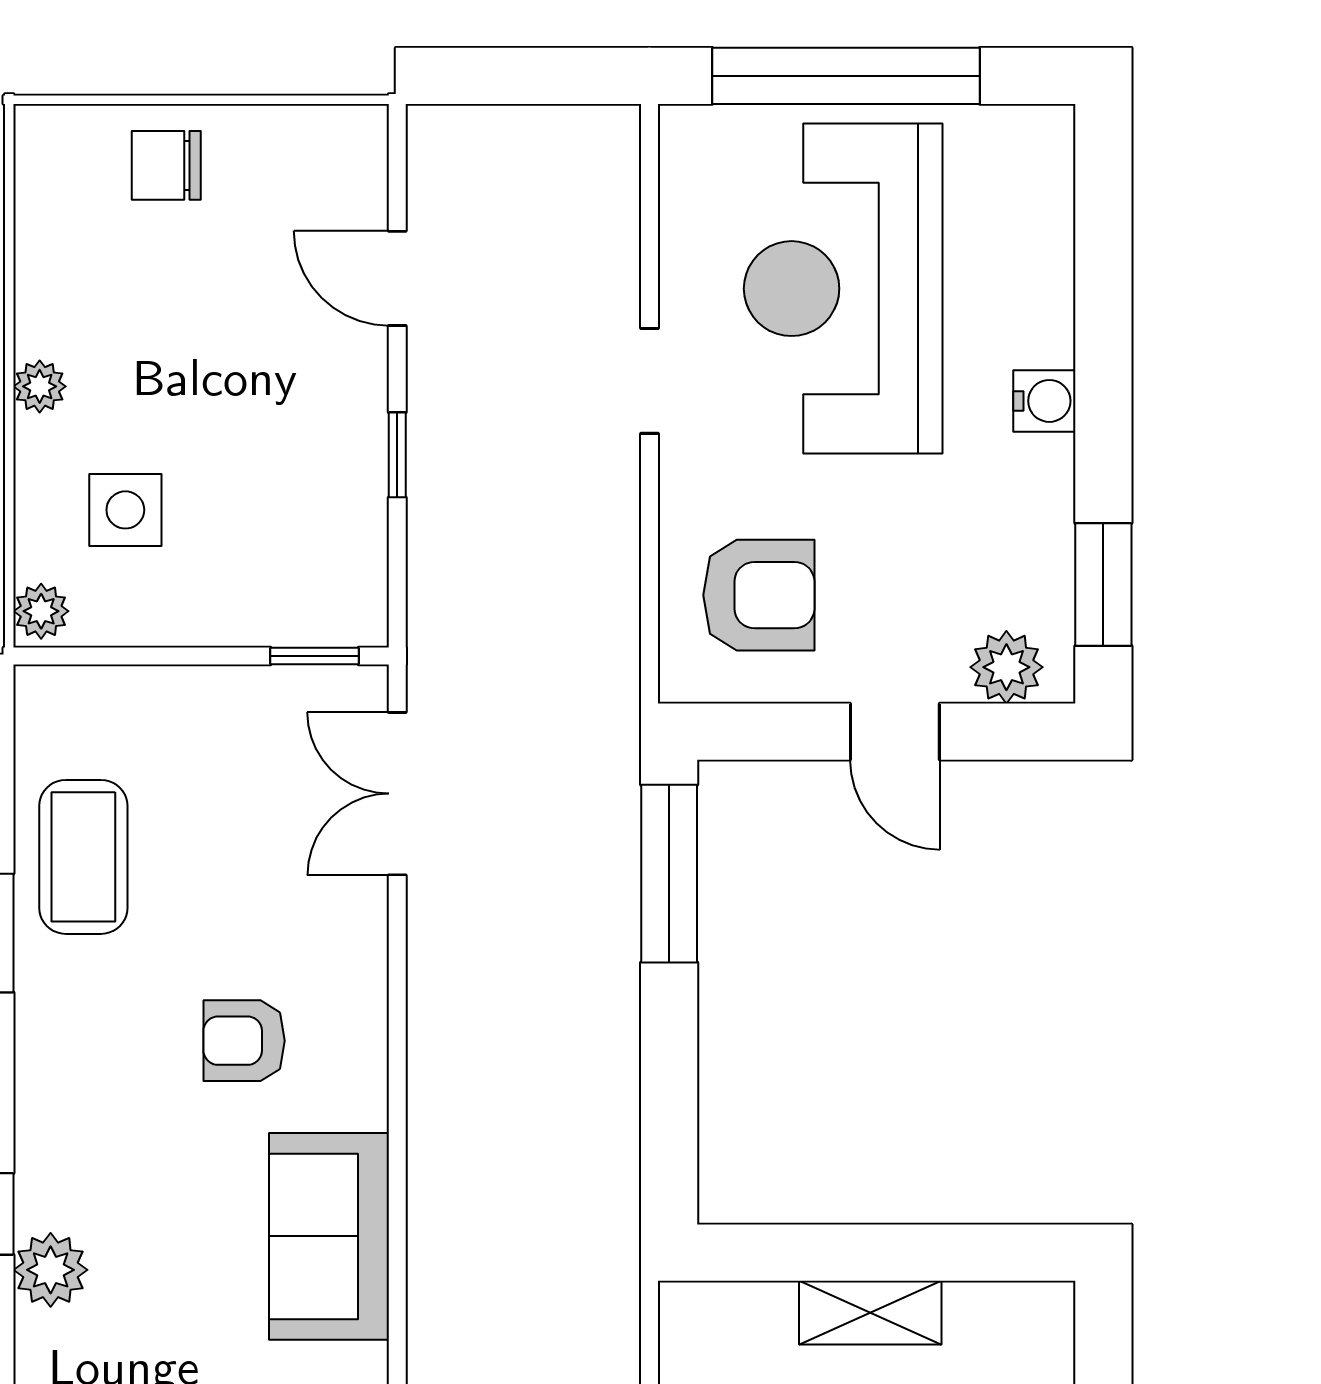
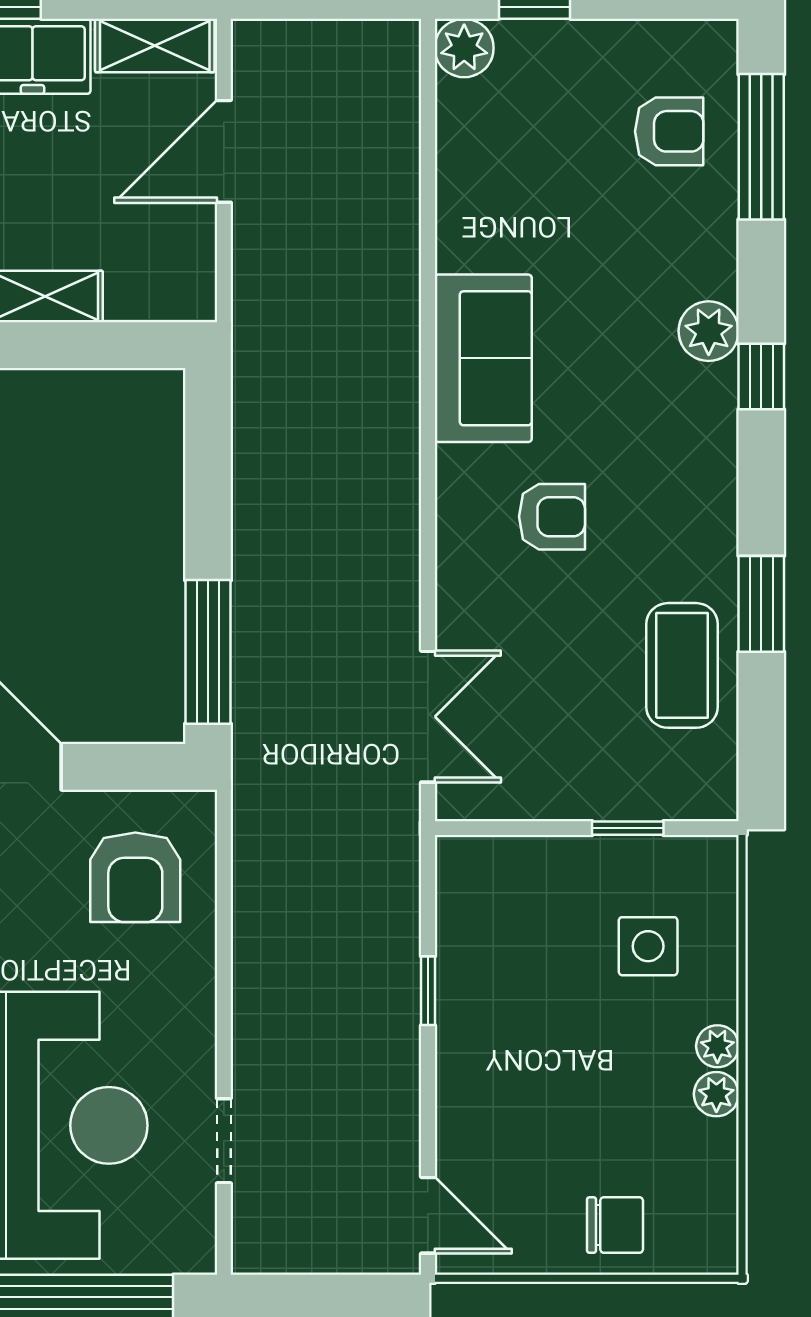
door: (397, 278) -> (428, 1215), moved
doorway: (649, 381) -> (224, 1141), moved
armchair: (759, 595) -> (135, 877), turned -90
plant: (41, 611) -> (716, 1094), moved
window: (314, 656) -> (628, 828), moved

